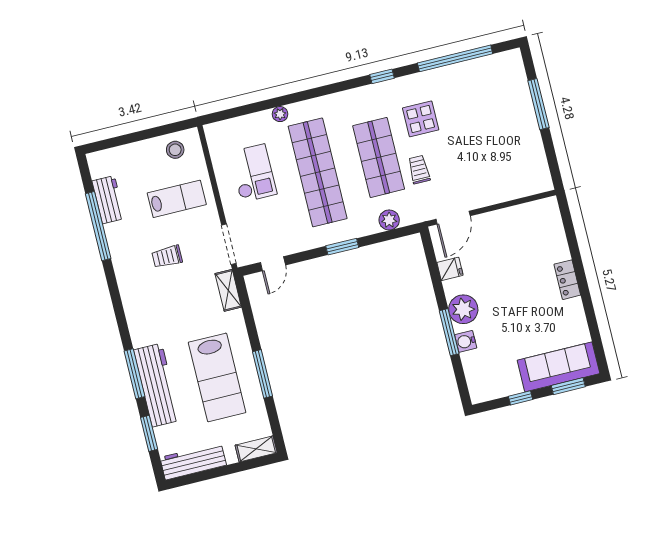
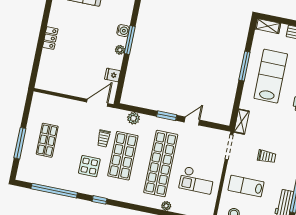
shop shelf: (501, 128) -> (47, 140), added
checkout: (253, 173) -> (197, 180), turned -90
door: (273, 264) -> (192, 121), moved
plant: (463, 309) -> (120, 50), width x0.53, depth x0.53

